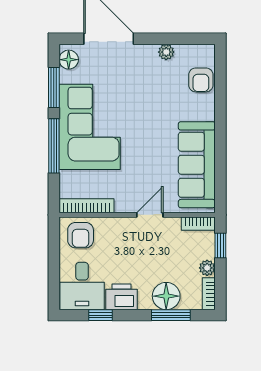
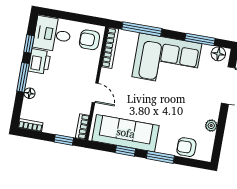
window: (220, 113) -> (160, 157), added
window: (54, 146) -> (142, 29), moved
window: (220, 161) -> (125, 151), added
plant: (207, 268) -> (49, 127), removed
floor lamp: (166, 296) -> (30, 93), width x0.53, depth x0.53
window: (171, 315) -> (23, 77), moved

